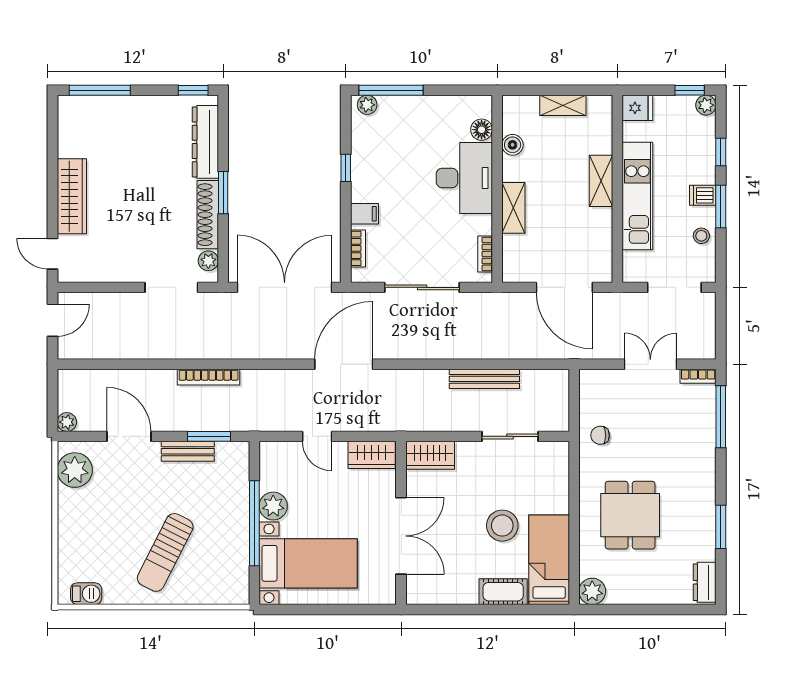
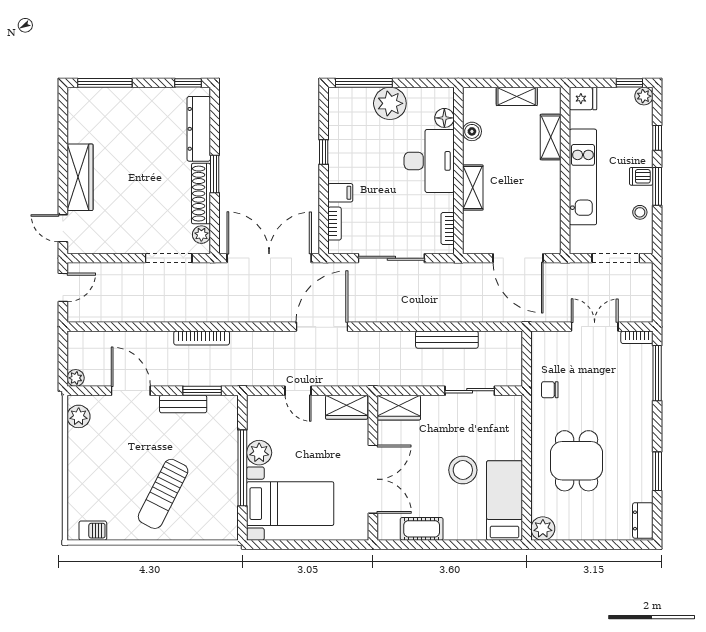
plant: (367, 105) -> (390, 103), moved, width x1.88, depth x1.88
shelving: (601, 181) -> (551, 137), moved
plant: (75, 470) -> (79, 416), width x0.73, depth x0.73
cot: (503, 592) -> (422, 529), moved

